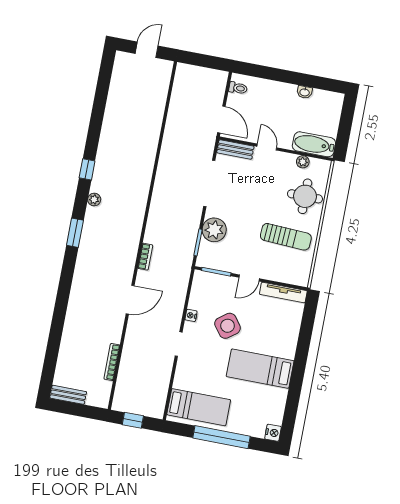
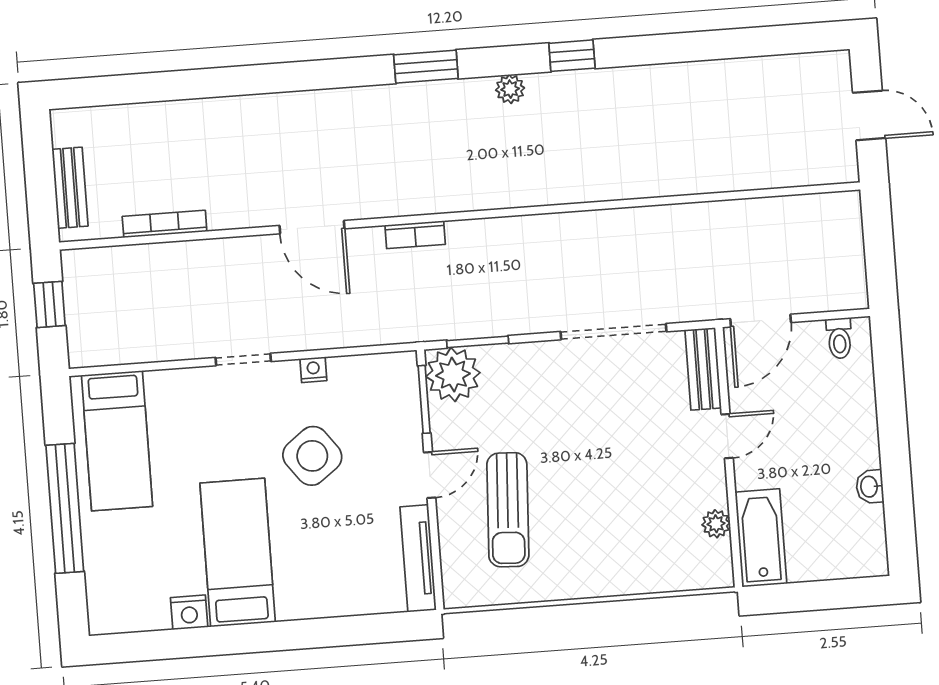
round table: (305, 196) -> (642, 549), removed
plant: (214, 230) -> (453, 375), moved
sun lounger: (286, 237) -> (508, 510), moved
door: (249, 278) -> (430, 475), swing flipped
bench: (68, 395) -> (70, 188), moved
nightstand: (273, 433) -> (189, 612), moved

